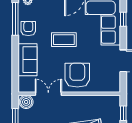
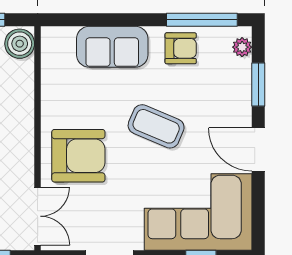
coffee table: (64, 40) -> (156, 126), turned -67
double door: (48, 94) -> (38, 216), moved

